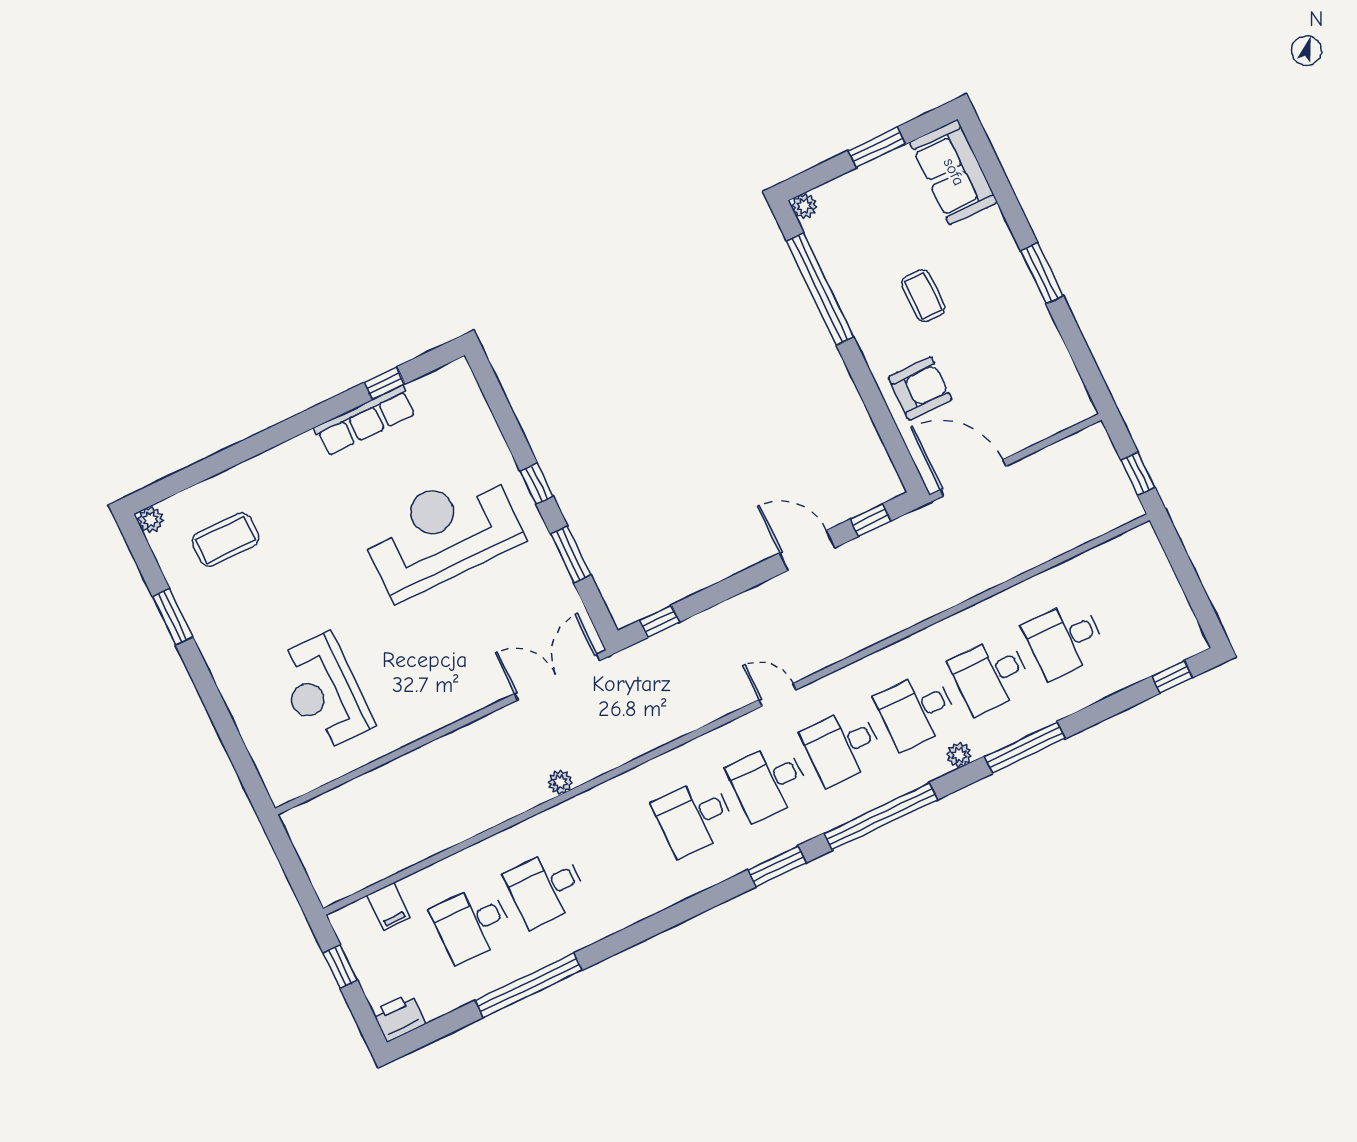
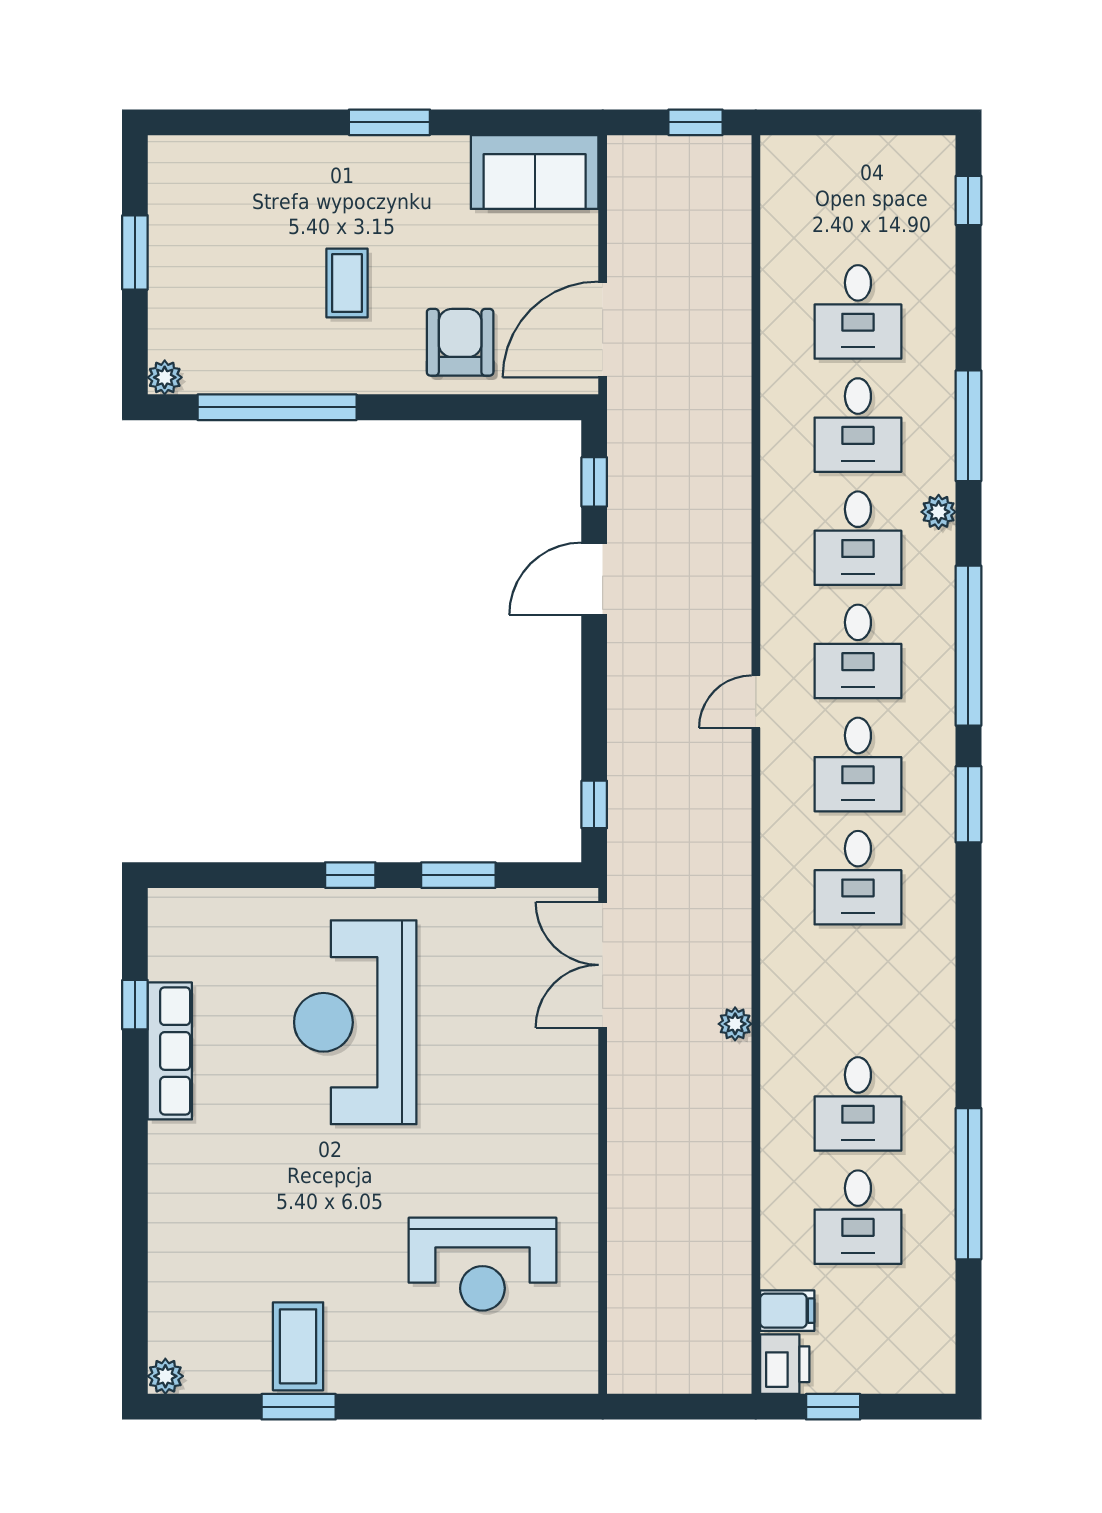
sofa: (954, 172) -> (535, 172), moved
coffee table: (923, 296) -> (347, 283), turned 90
coffee table: (225, 540) -> (298, 1346), moved
printer: (399, 1017) -> (785, 1364), moved, turned 180

